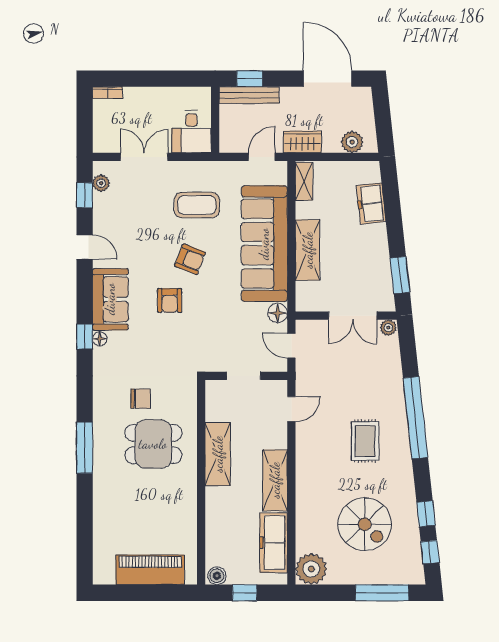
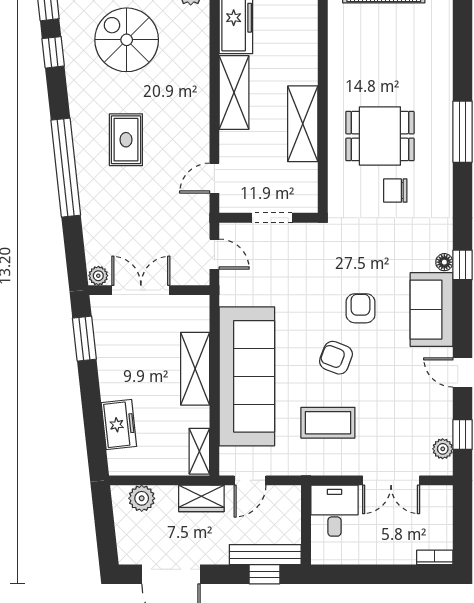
floor lamp: (278, 313) -> (231, 293), removed

